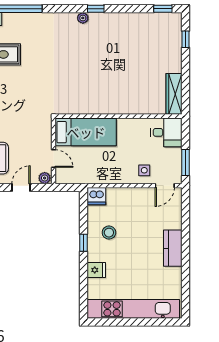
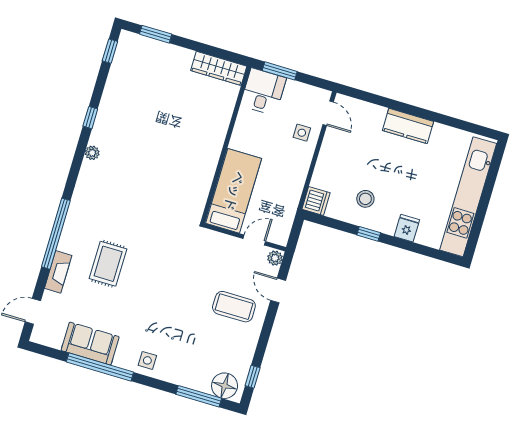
window: (96, 9) -> (90, 118), moved
window: (186, 39) -> (156, 34), width x1.50
window: (186, 162) -> (280, 71), moved

